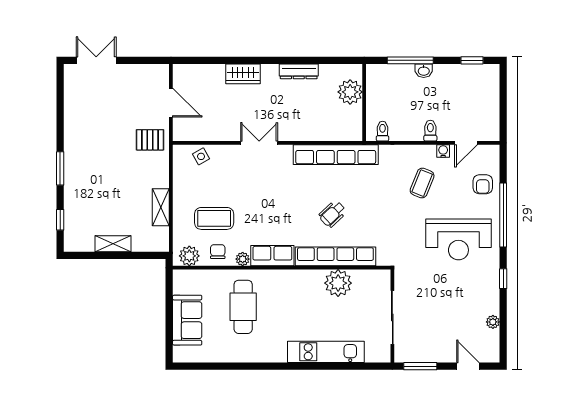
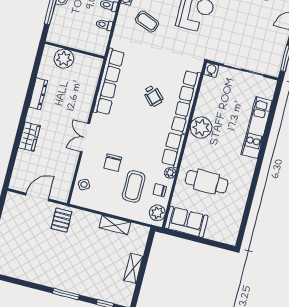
toilet: (383, 131) -> (104, 25), moved
chair: (237, 185) -> (113, 163), added
water cooler: (383, 277) -> (211, 70), added
plant: (338, 283) -> (201, 128), moved
sofa: (187, 320) -> (186, 222), moved

